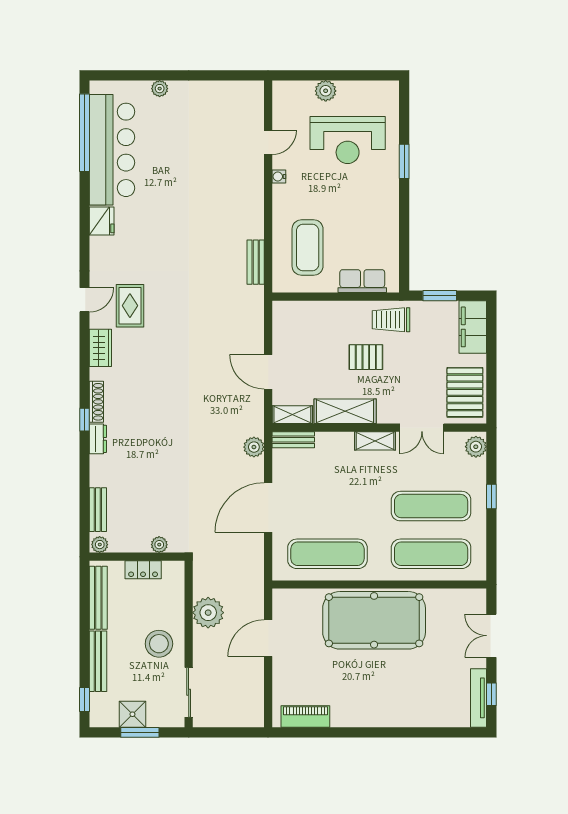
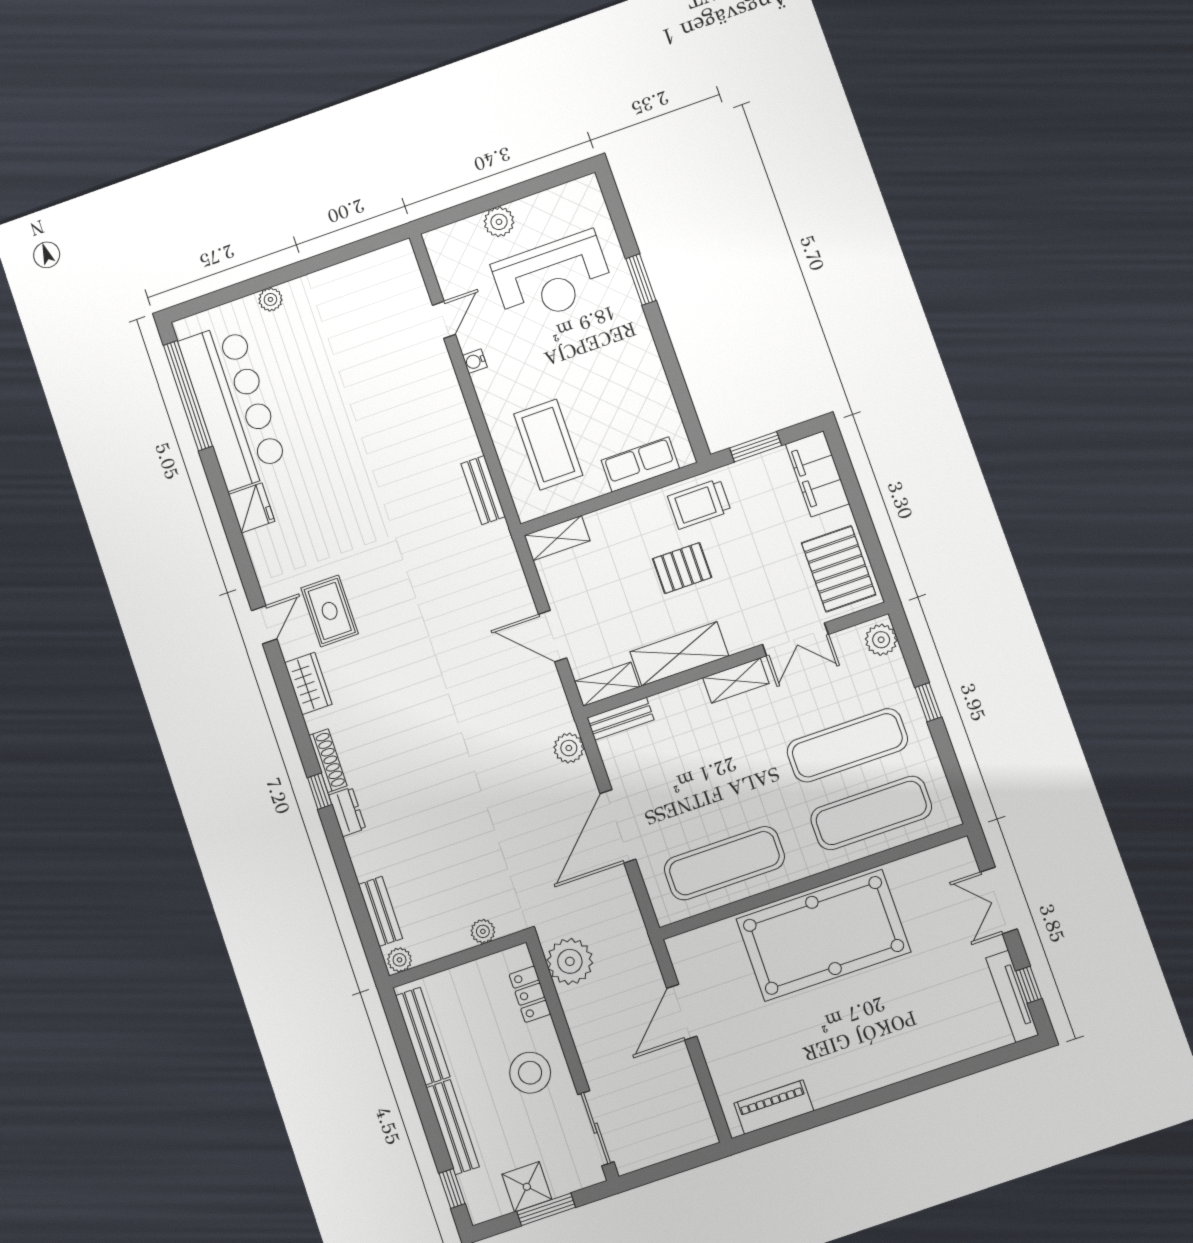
shelving: (293, 310) -> (557, 538), added
locker: (143, 570) -> (530, 994), moved, turned 90
plant: (208, 613) -> (570, 961), moved

